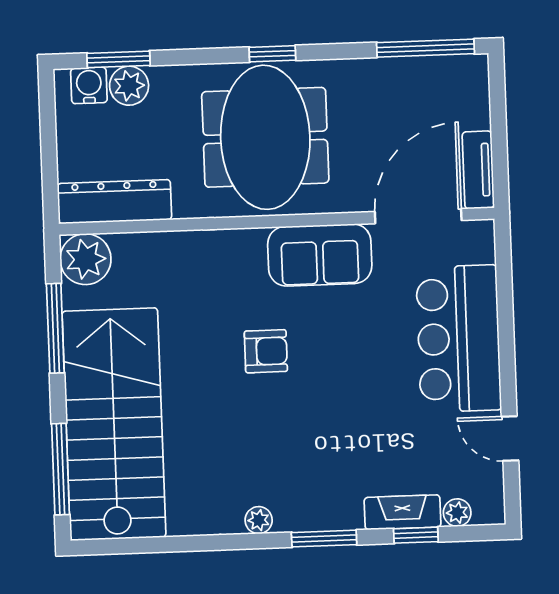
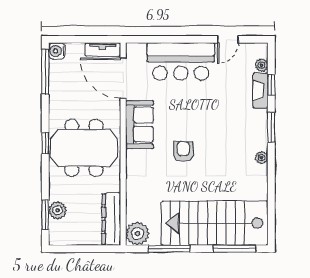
water cooler: (89, 85) -> (57, 51), moved

